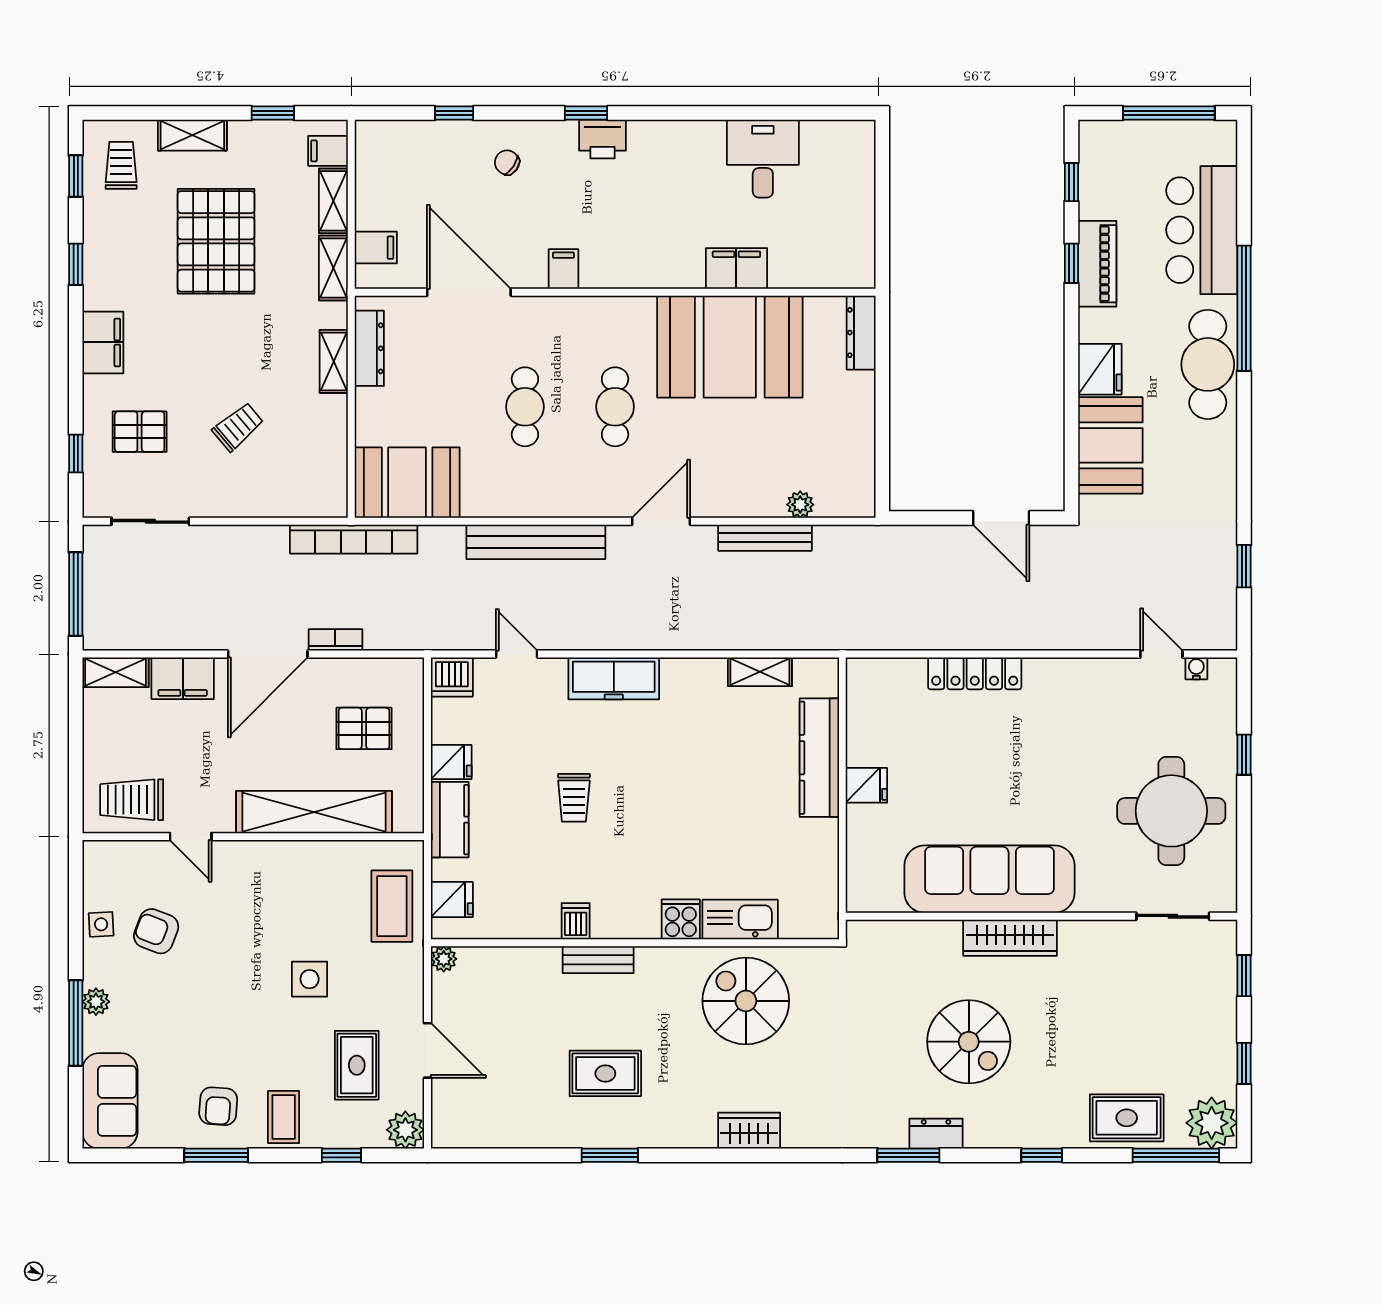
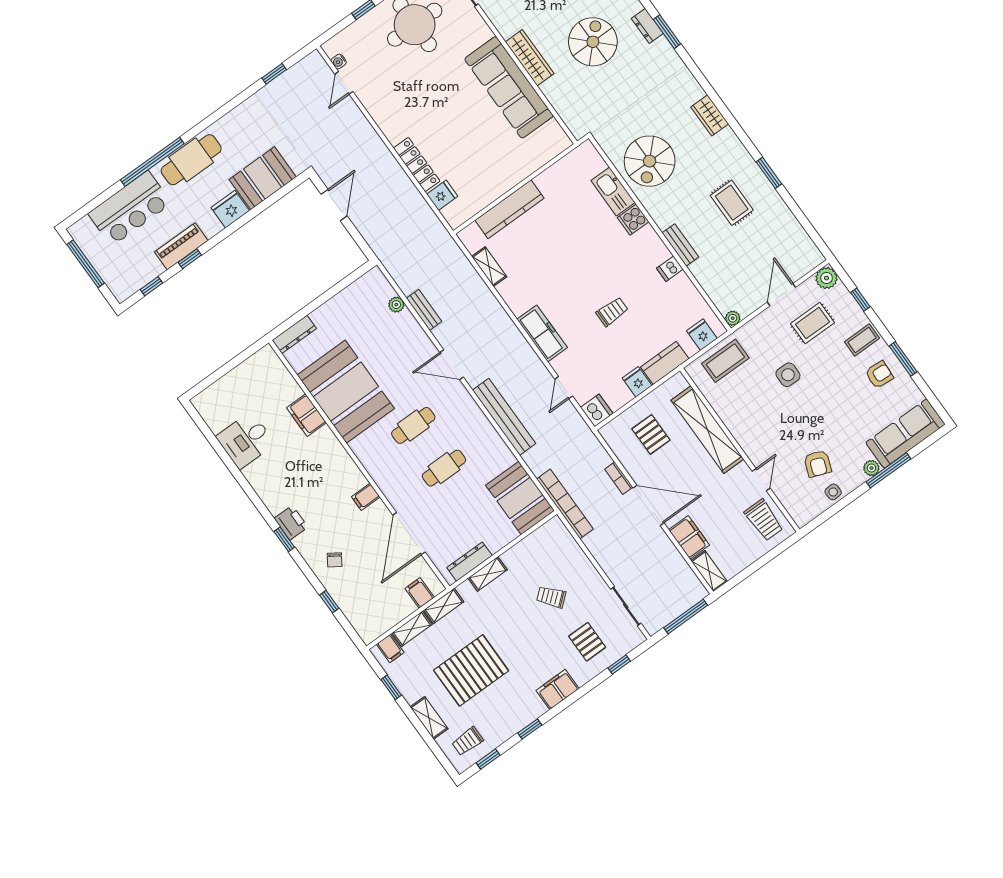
bench: (765, 538) -> (424, 310), width x0.73
fridge: (866, 785) -> (442, 195), moved, turned 90
sofa: (110, 1101) -> (905, 433), width x1.36

